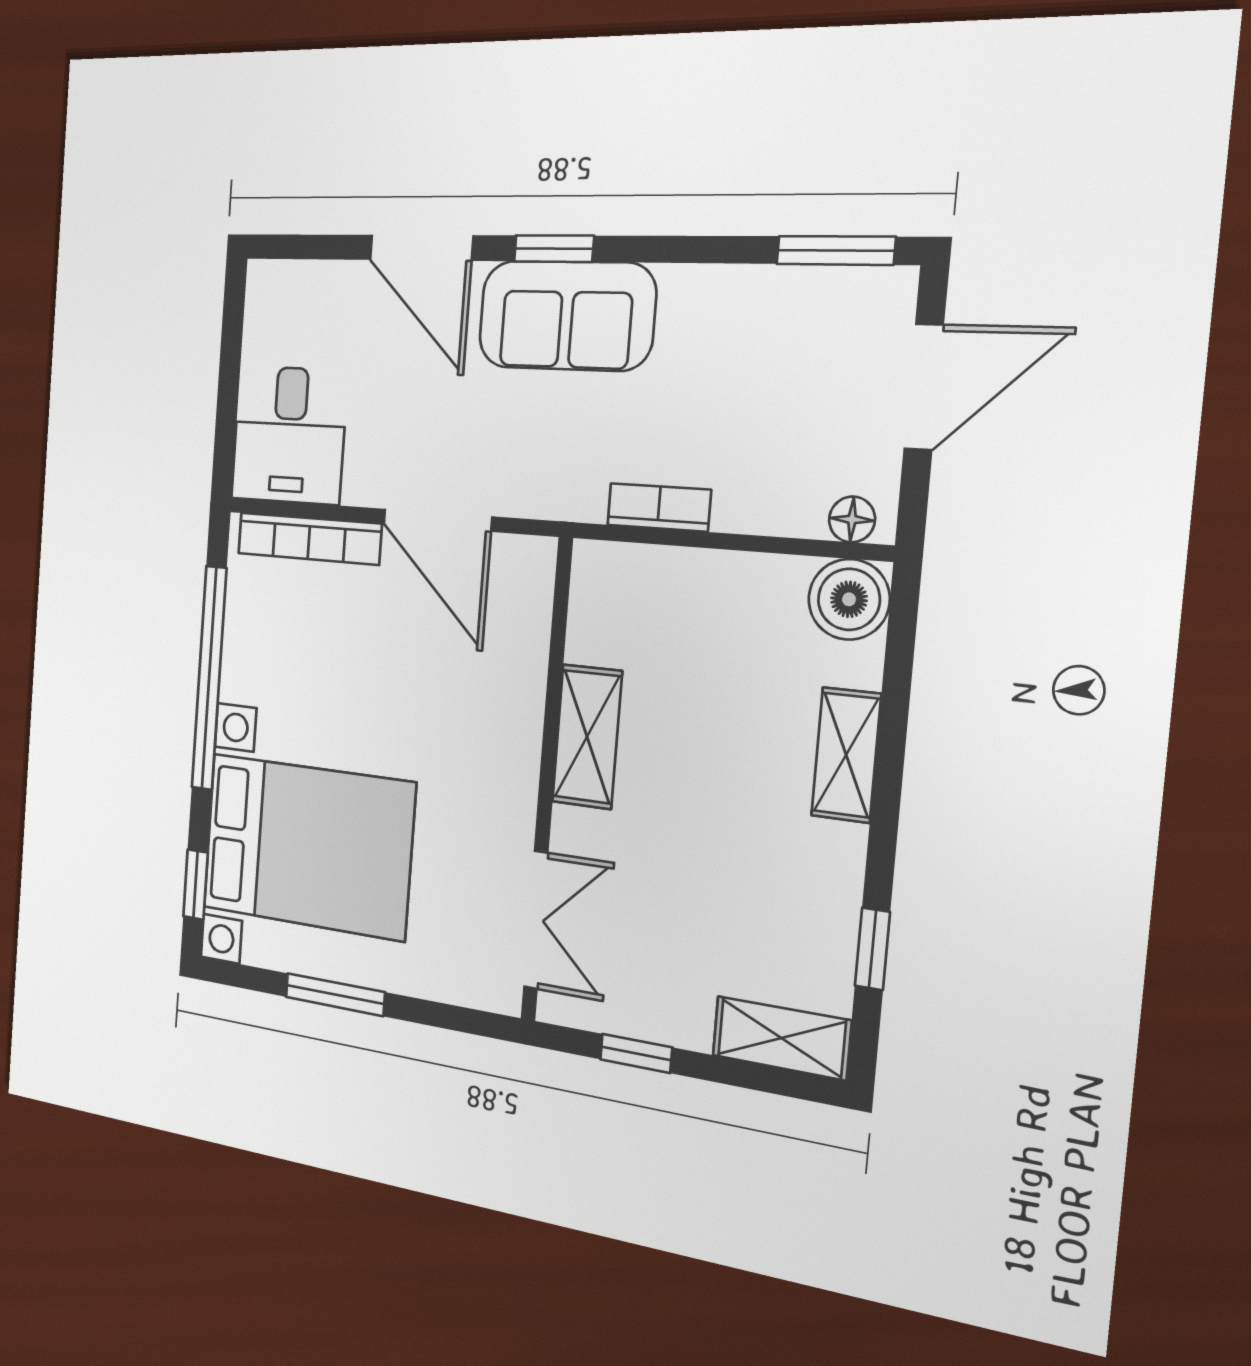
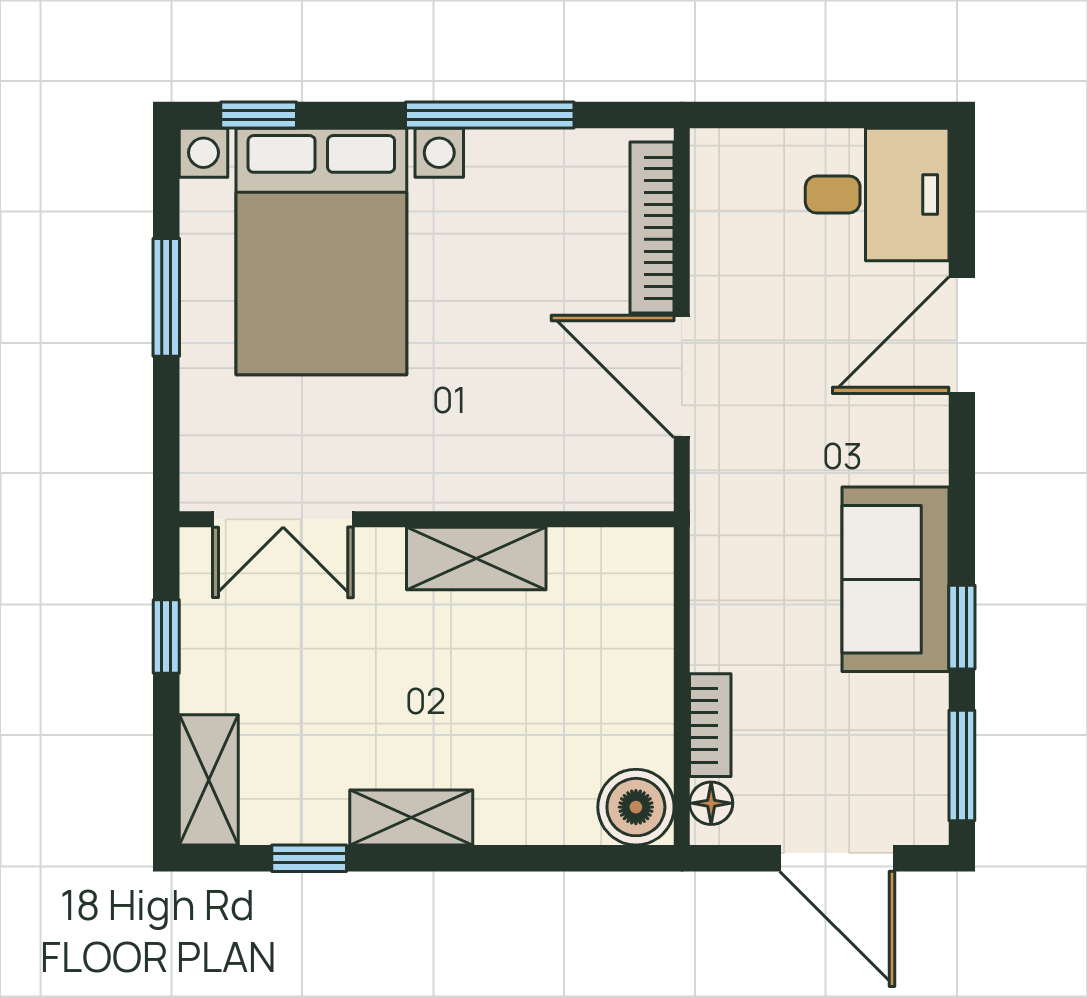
window: (554, 249) -> (962, 627), moved
sofa: (566, 316) -> (895, 579), moved
desk: (289, 435) -> (877, 194), moved, turned 180
bookcase: (659, 507) -> (710, 725), moved
door: (437, 520) -> (682, 376), hinge flipped
window: (209, 678) -> (490, 115), width x0.68
shelving: (846, 755) -> (411, 817), moved

